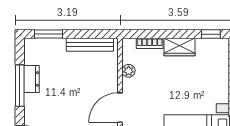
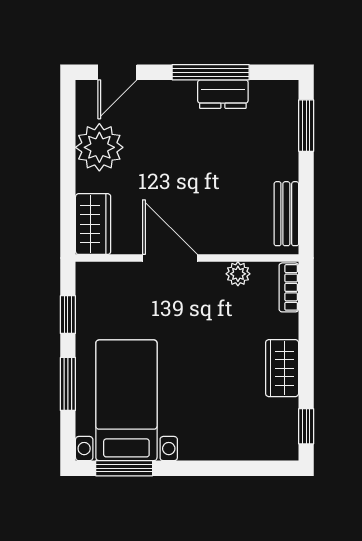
bookcase: (150, 43) -> (289, 287), moved
bench: (90, 45) -> (286, 214), width x0.73

